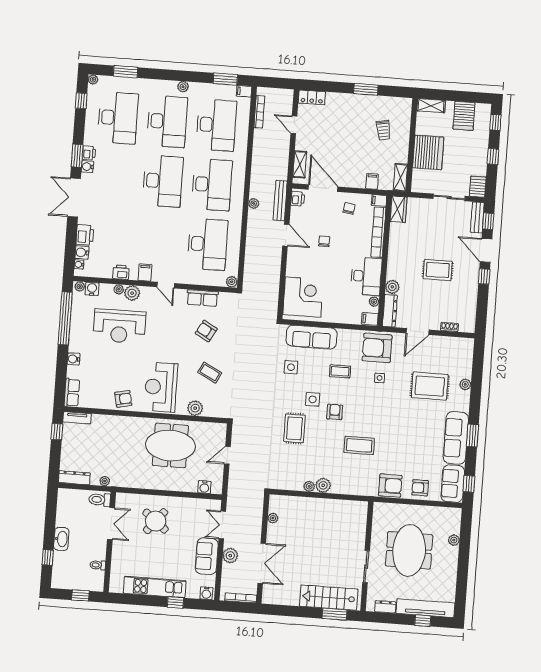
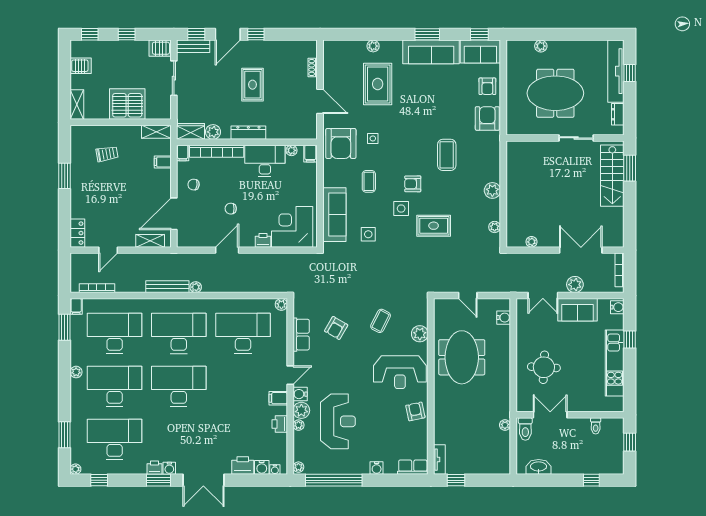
server rack: (464, 116) -> (81, 66), width x0.73, depth x0.70
printer: (298, 199) -> (263, 240), moved
bench: (280, 201) -> (167, 287), moved
plant: (392, 287) -> (213, 132), moved
water cooler: (92, 289) -> (300, 394), moved
dresser: (390, 311) -> (248, 133), moved
dresser: (74, 478) -> (504, 458), removed
plant: (309, 486) -> (495, 227), moved
round table: (156, 521) -> (544, 367), turned -36
washbasin: (61, 539) -> (539, 467), moved

